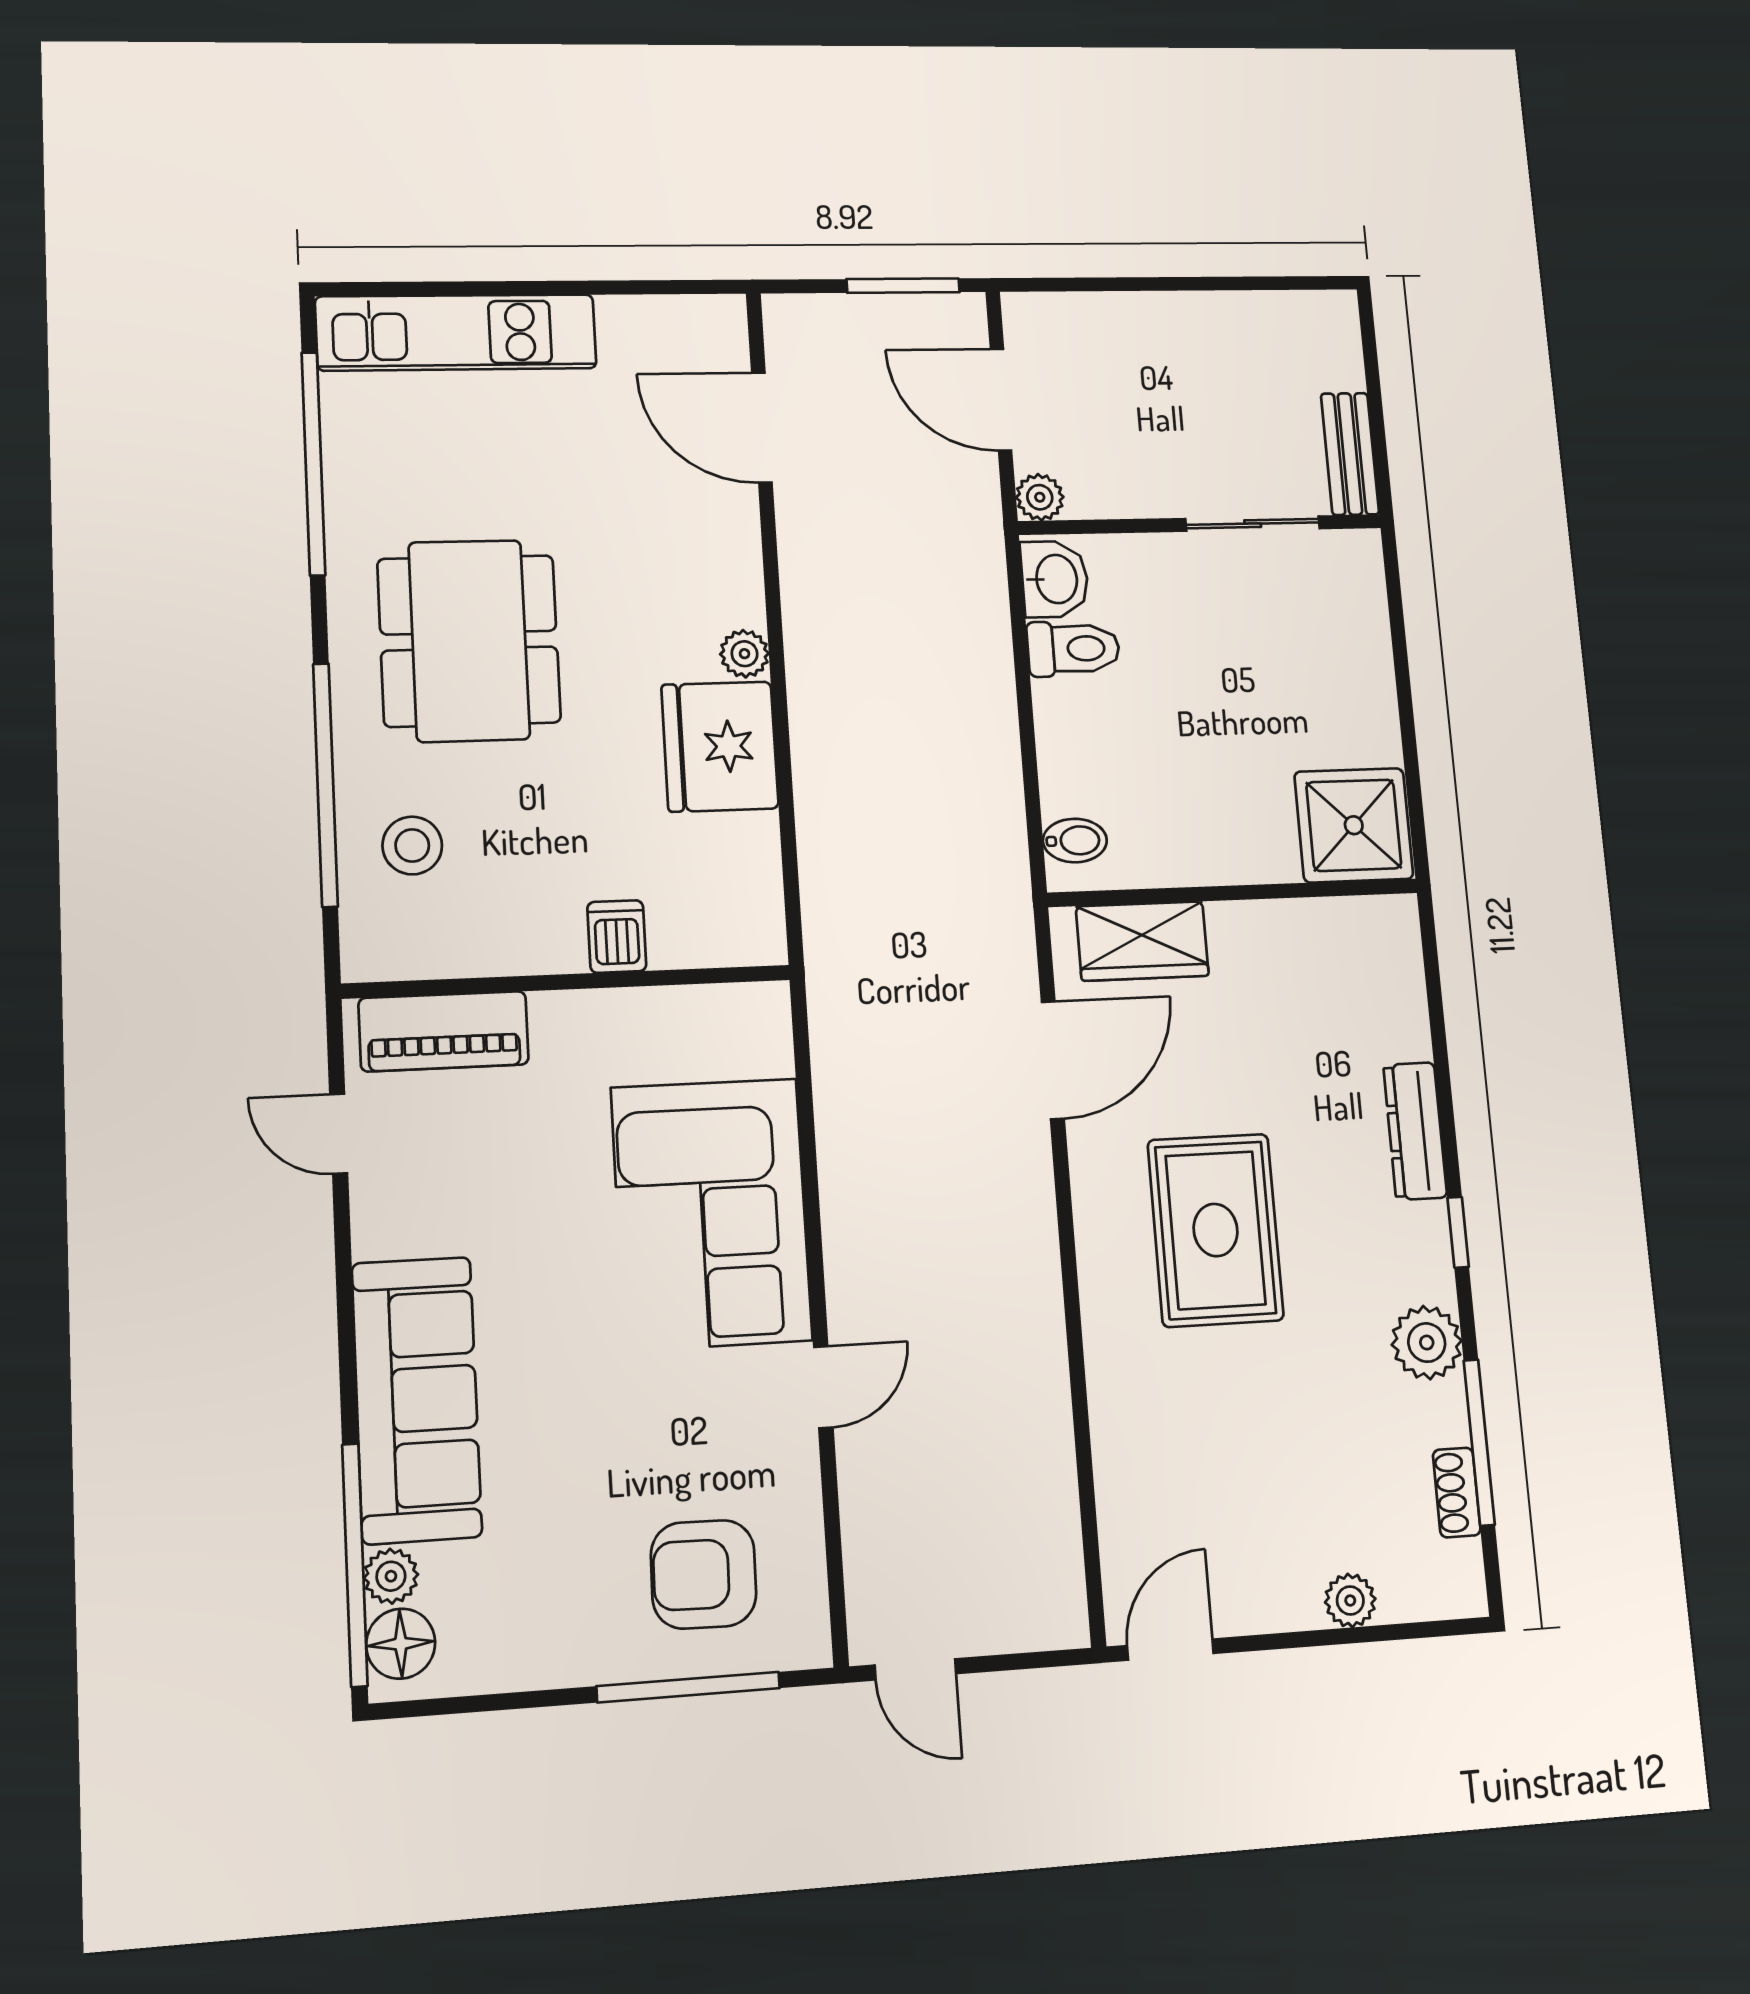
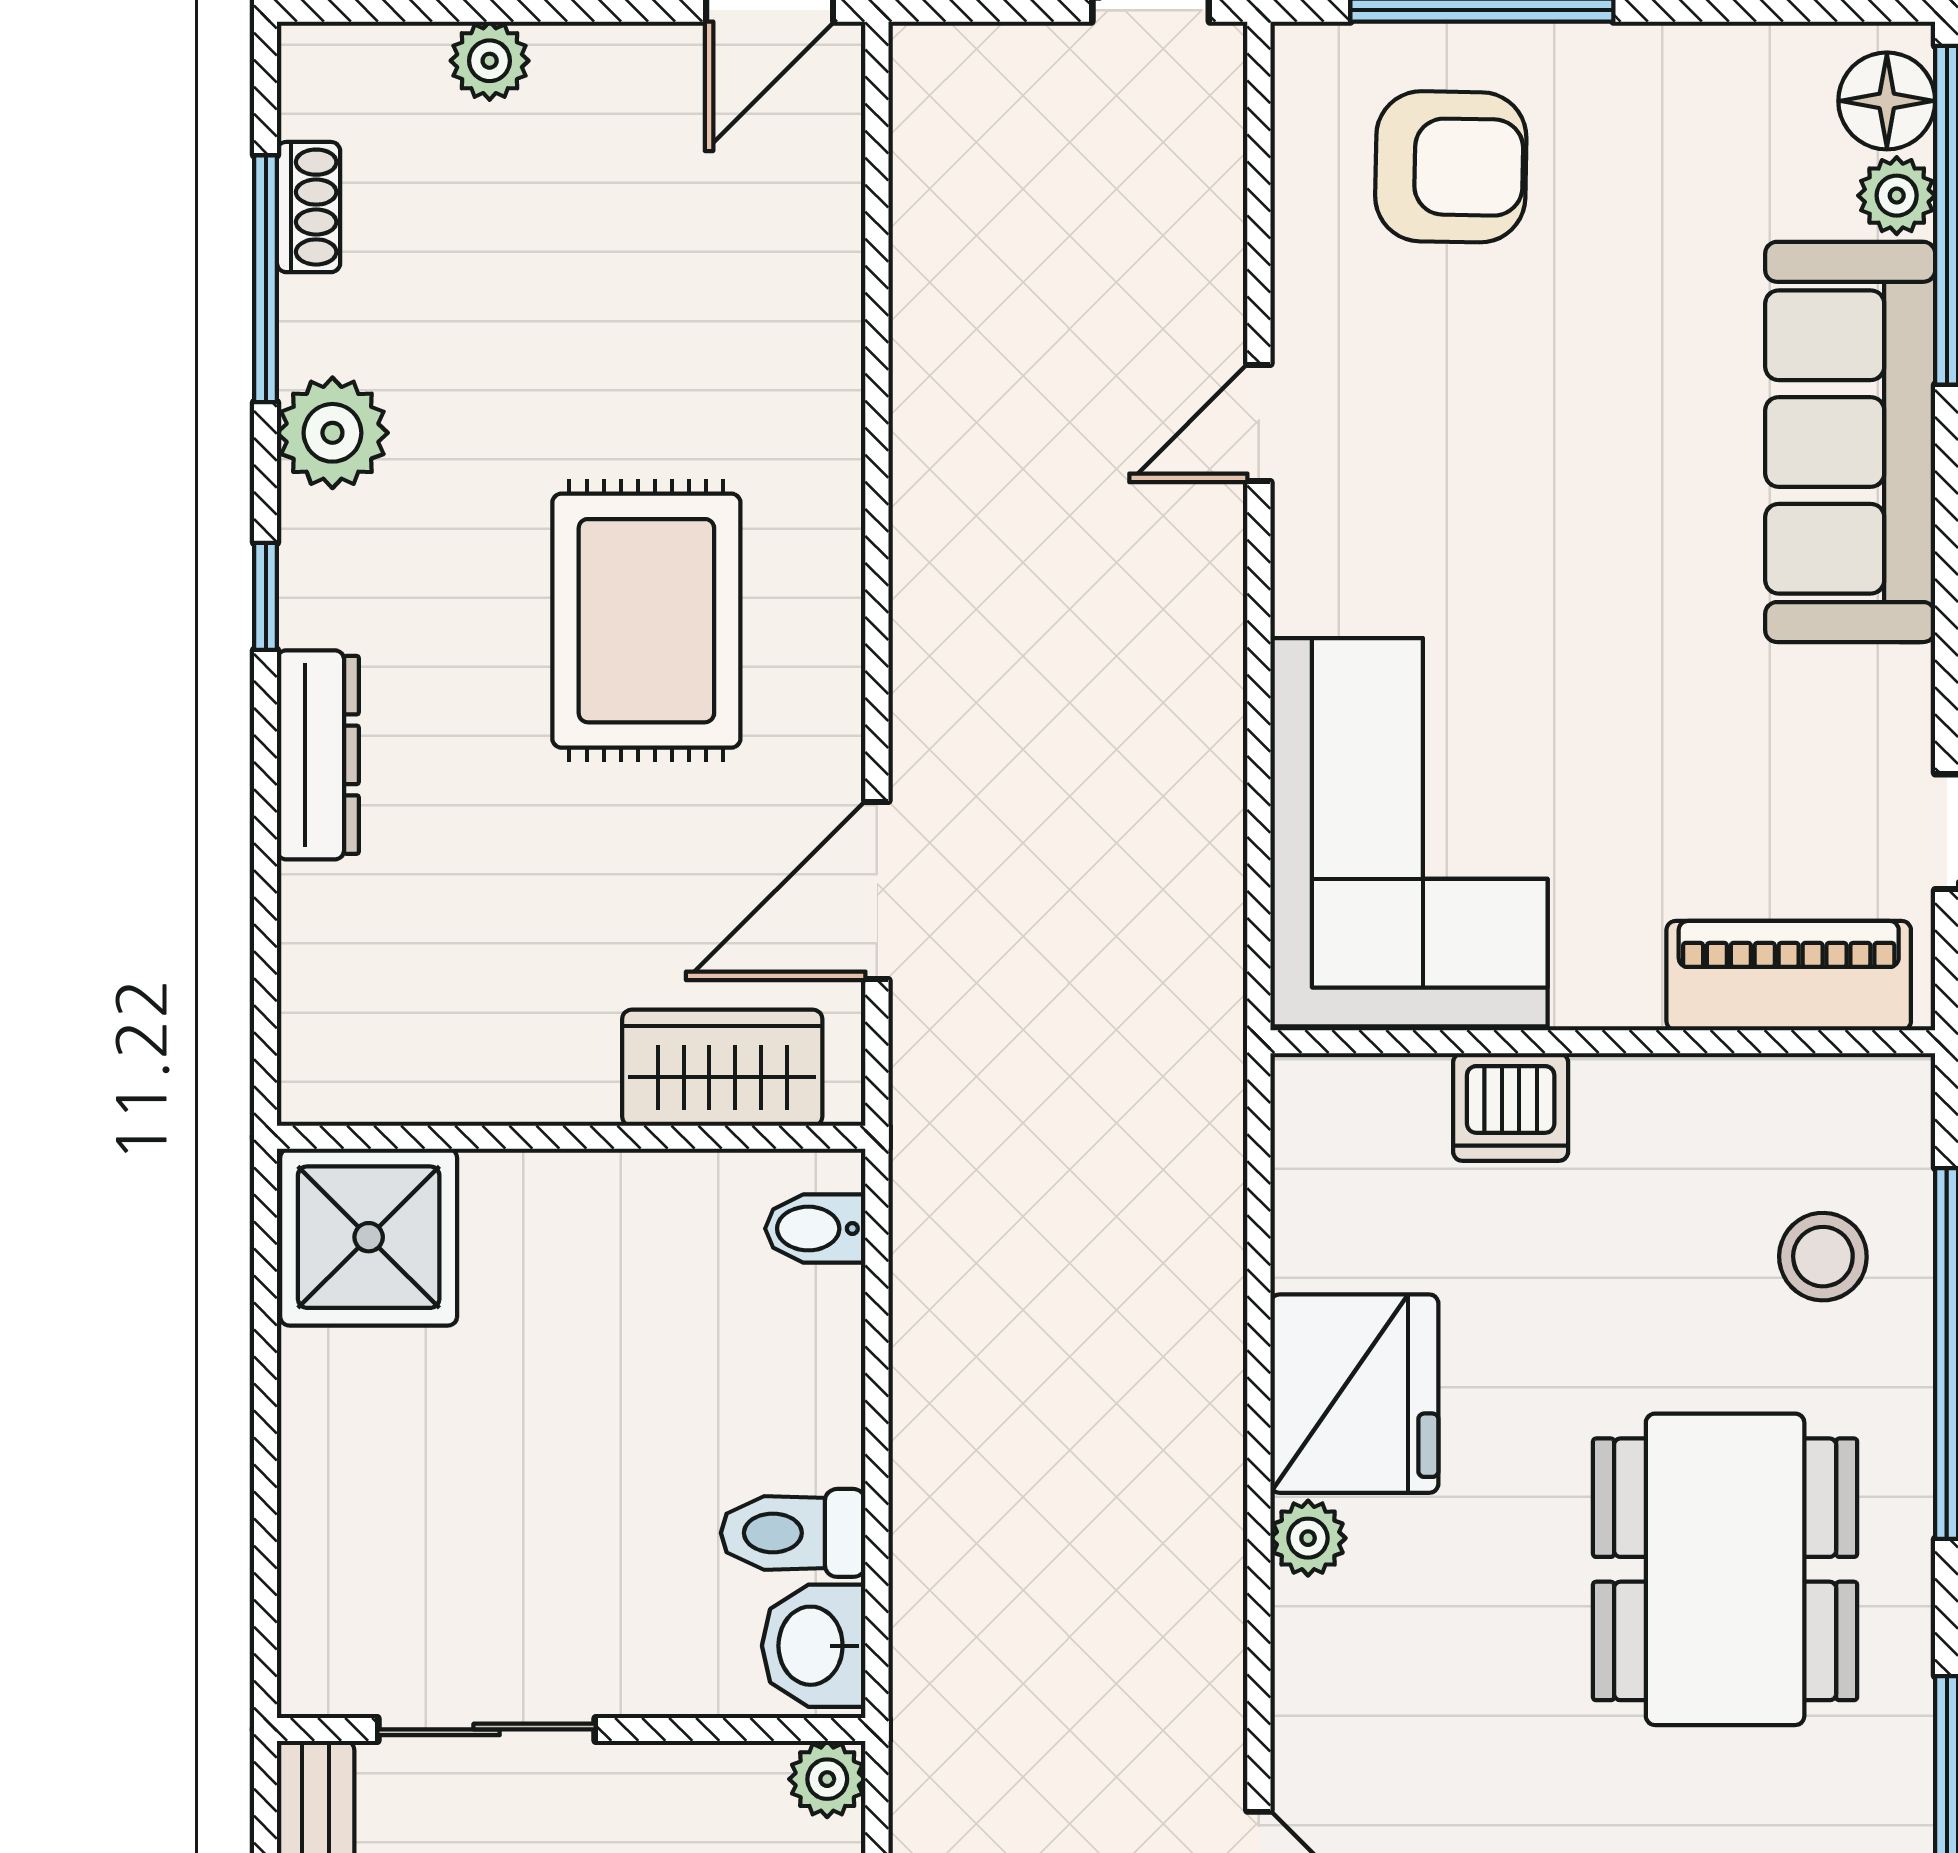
dishwasher: (617, 937) -> (1511, 1107), width x1.38
corner sofa: (711, 1214) -> (1409, 832), moved

